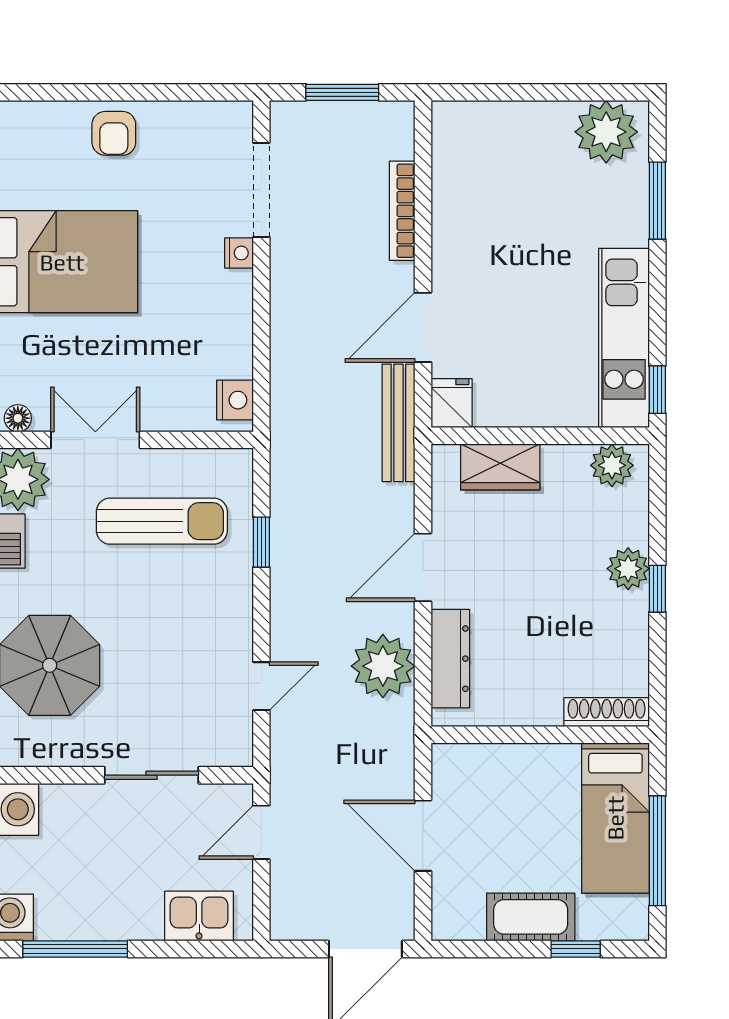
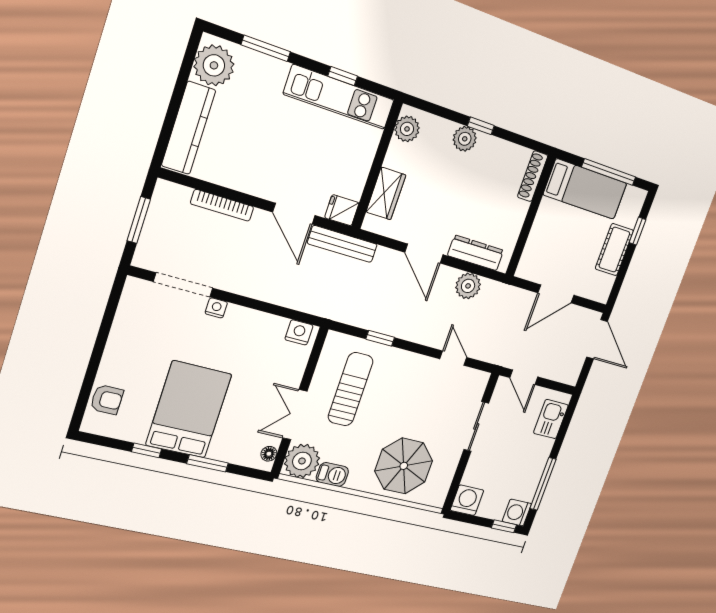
kitchen counter: (503, 123) -> (189, 128), added
armchair: (114, 133) -> (107, 400), moved
window: (657, 390) -> (343, 76), moved
plant: (383, 666) -> (468, 286), width x0.73, depth x0.73

